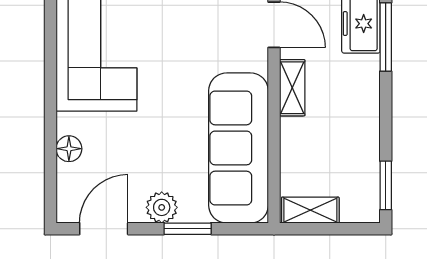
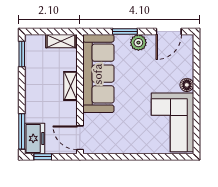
shelving: (292, 88) -> (70, 86), moved
floor lamp: (69, 149) -> (187, 85), moved

